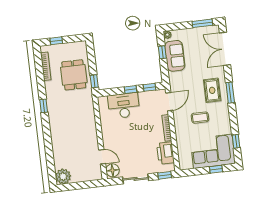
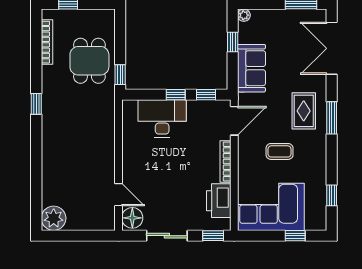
sofa: (175, 56) -> (251, 68), moved
corner sofa: (213, 151) -> (271, 207), moved

